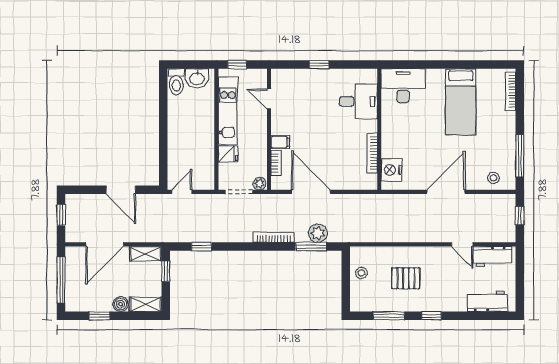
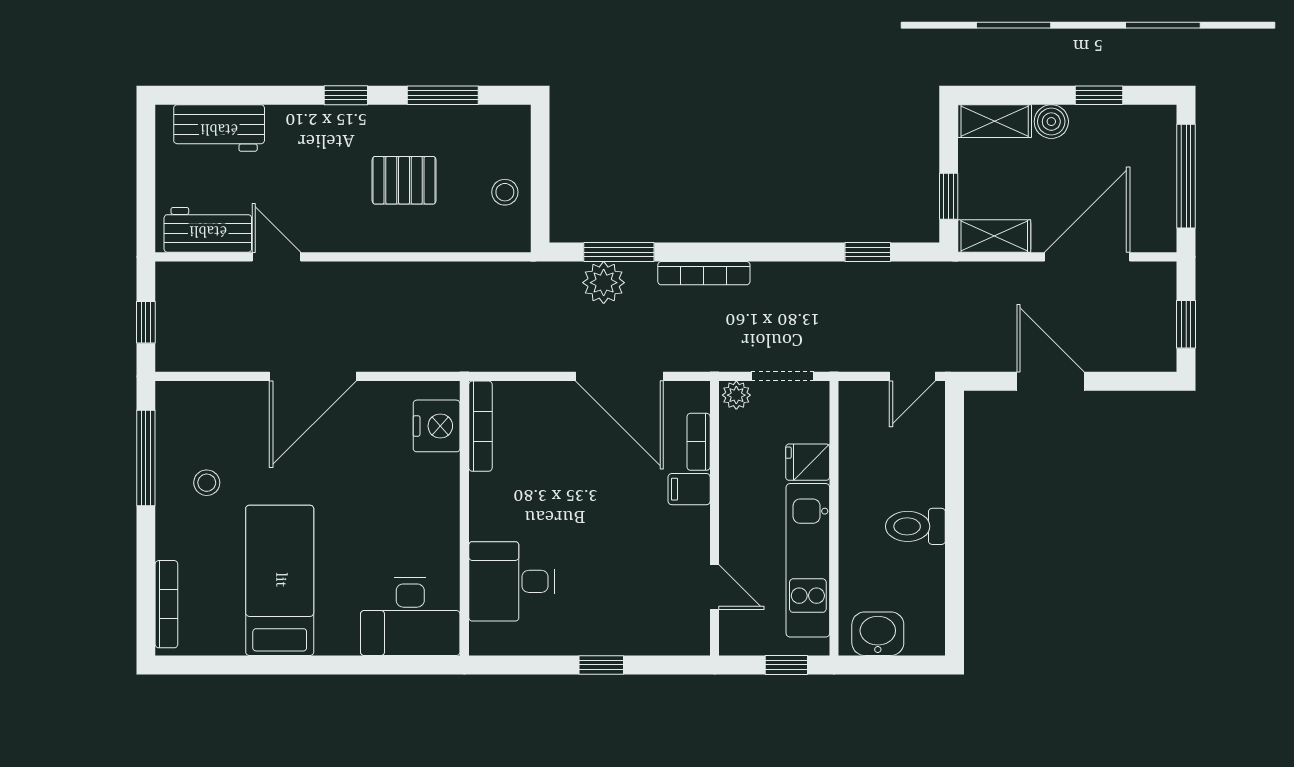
toilet: (176, 82) -> (915, 526), moved, turned -90
bookcase: (372, 153) -> (480, 426), moved
stool: (493, 178) -> (207, 483), moved

